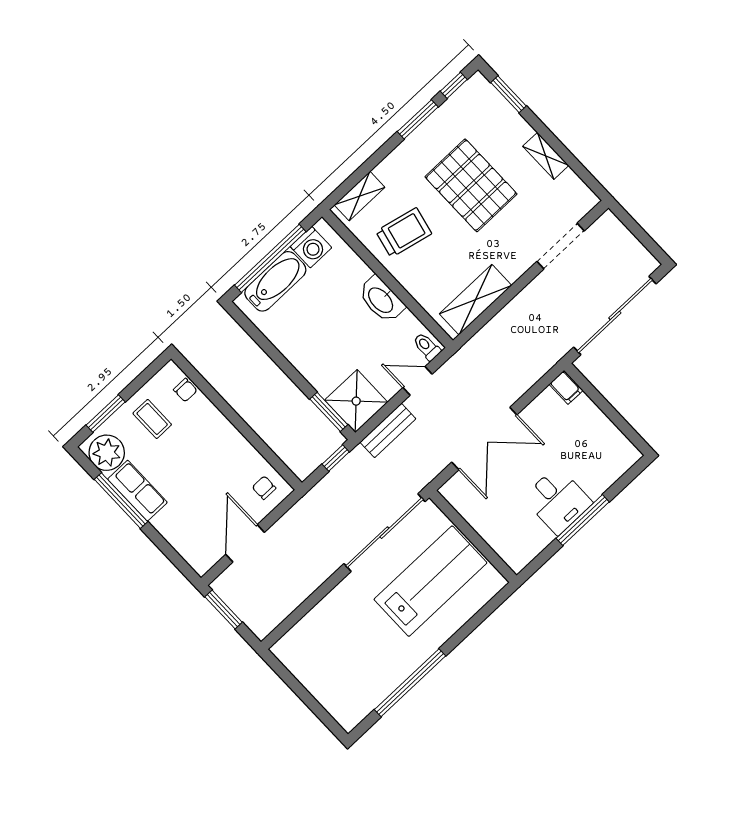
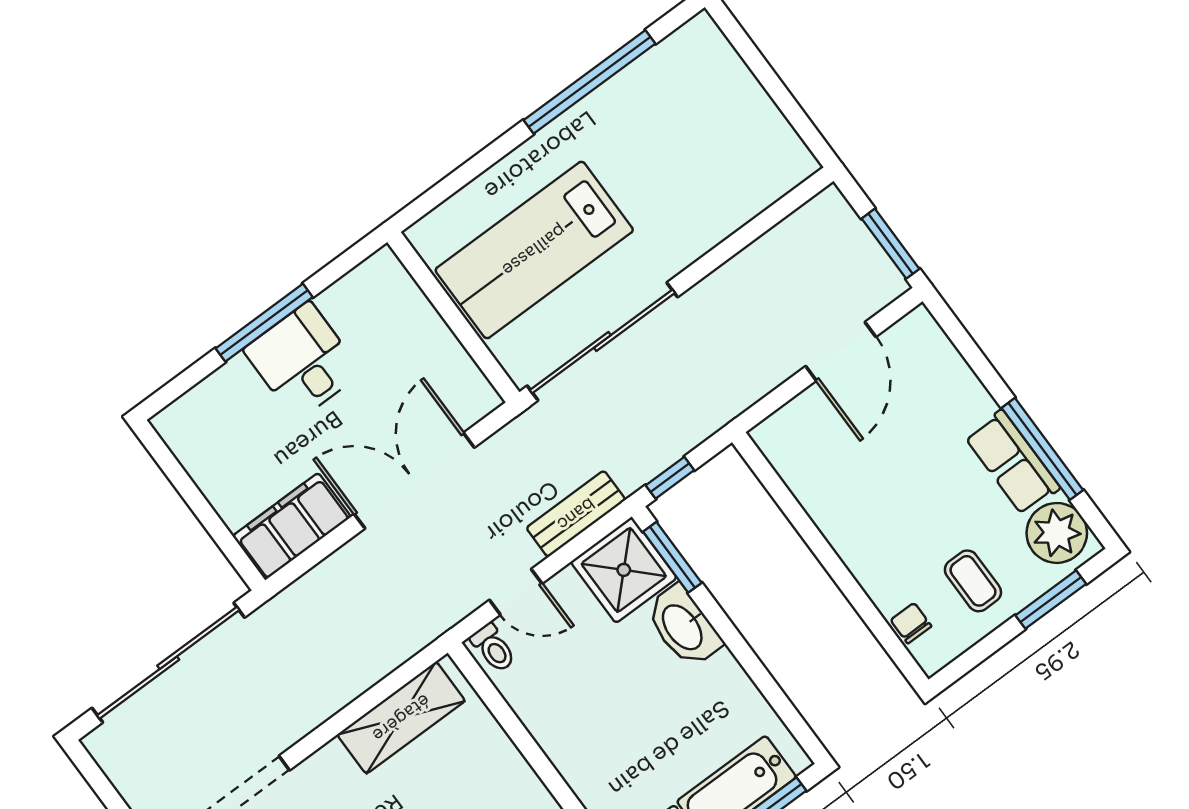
washbasin: (381, 300) -> (683, 626), moved, turned 180
filing cabinet: (566, 387) -> (292, 526), width x3.00, depth x1.17
chair: (264, 488) -> (797, 442), removed

